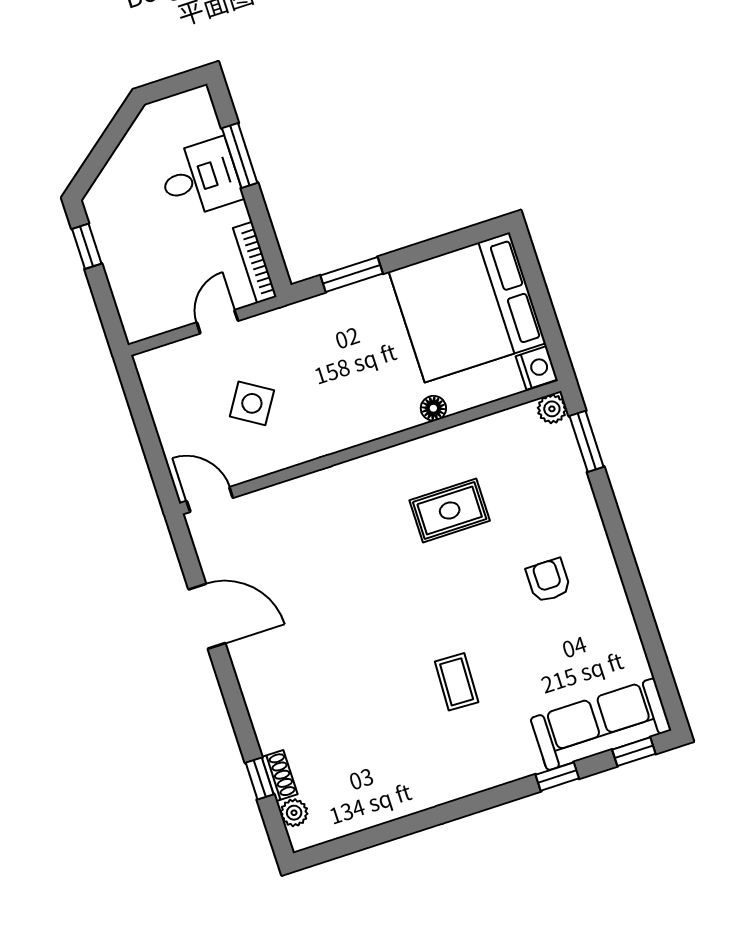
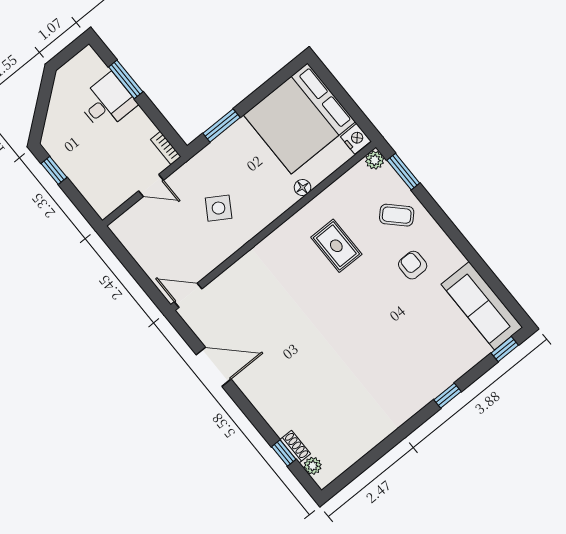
bookcase: (255, 262) -> (166, 148), width x0.64
door: (217, 322) -> (151, 186), swing flipped
side table: (252, 403) -> (219, 208), moved
rug: (450, 511) -> (336, 246), turned 90
coffee table: (457, 682) -> (397, 215), moved, turned -47
sofa: (601, 724) -> (482, 306), moved, turned -90
window: (557, 777) -> (448, 396), moved

